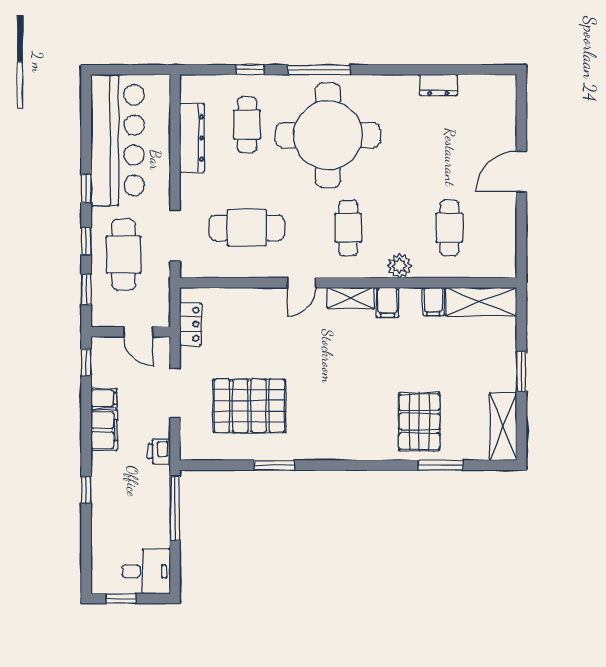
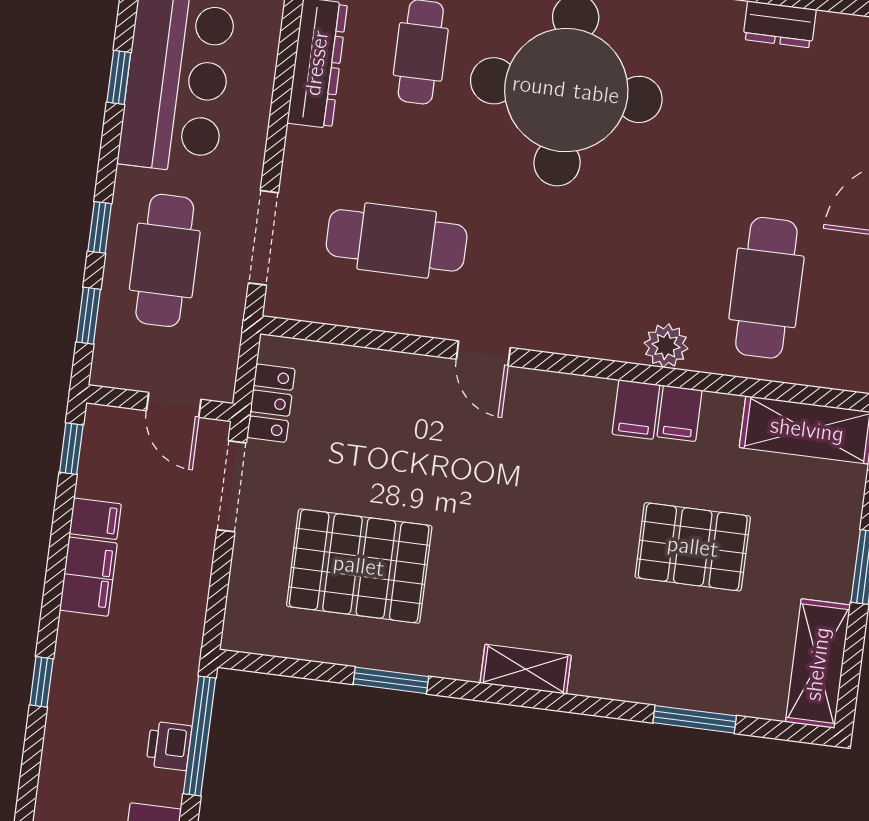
window: (86, 188) -> (119, 77), moved
cafe table: (348, 228) -> (581, 264), removed
cafe table: (449, 228) -> (766, 288), width x1.37, depth x1.35
door: (301, 283) -> (483, 353), hinge flipped
shelving: (351, 298) -> (526, 669), moved
filing cabinet: (433, 301) -> (679, 413), moved
doorway: (175, 393) -> (232, 486), moved
pallet: (419, 422) -> (693, 547), moved, turned 90
printer: (159, 451) -> (169, 746), moved

